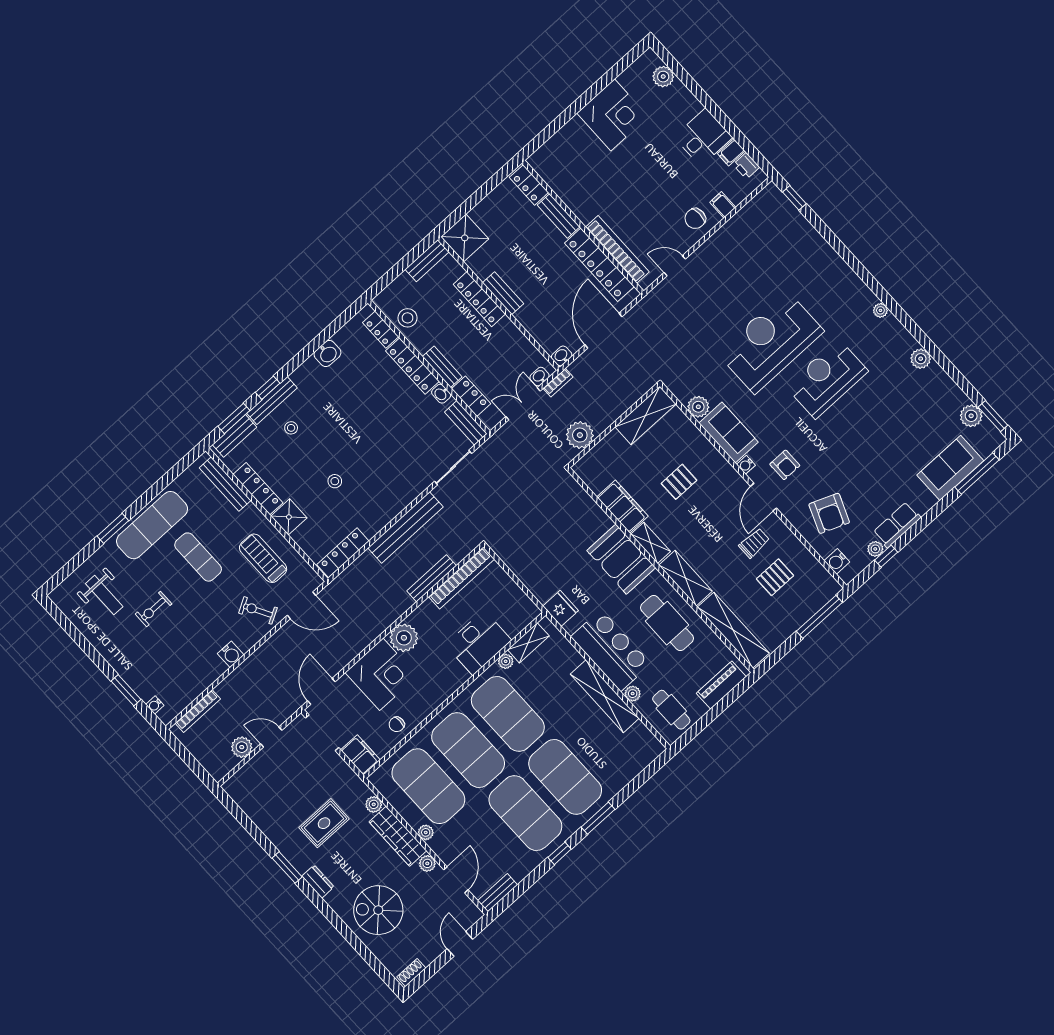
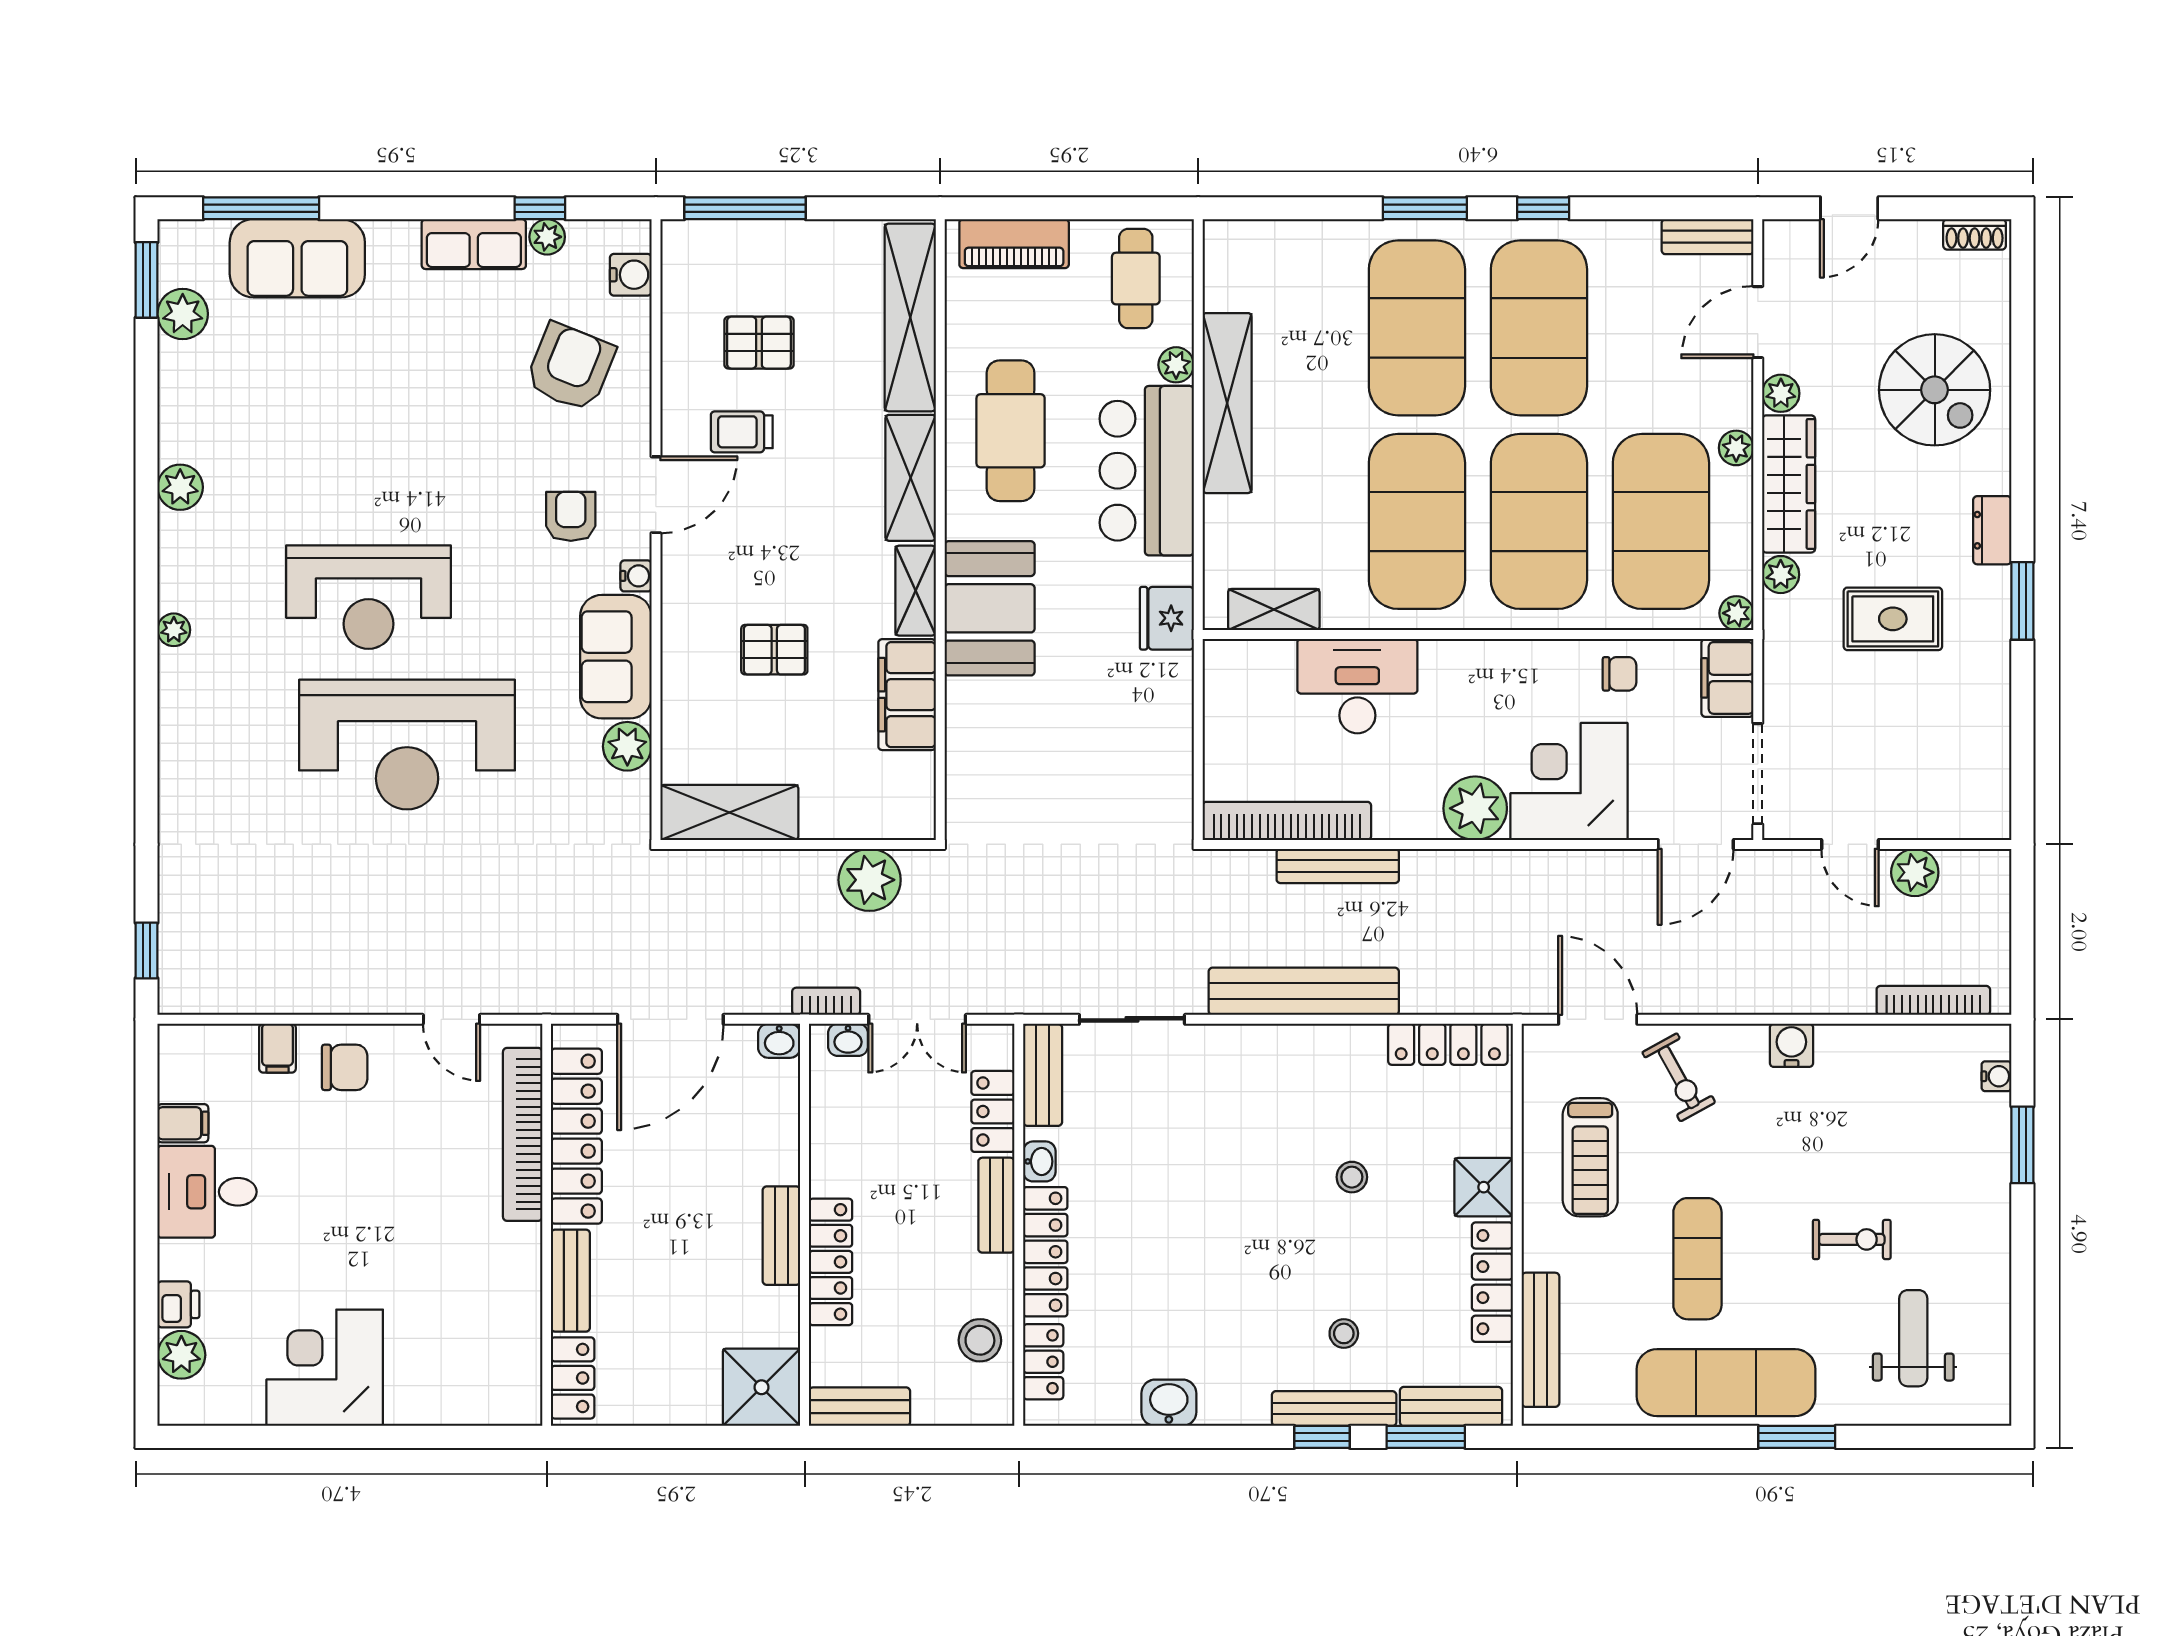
printer: (746, 166) -> (178, 1304), moved
plant: (506, 661) -> (1736, 613), moved

